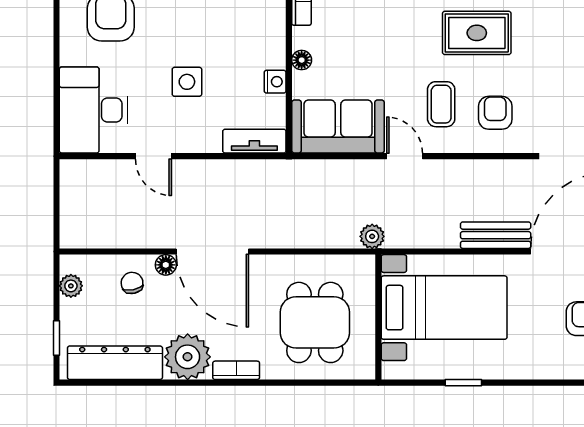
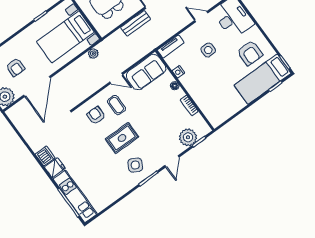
armchair: (495, 113) -> (96, 116), turned 180
bench: (496, 235) -> (136, 23), moved
plant: (372, 236) -> (93, 53), moved

